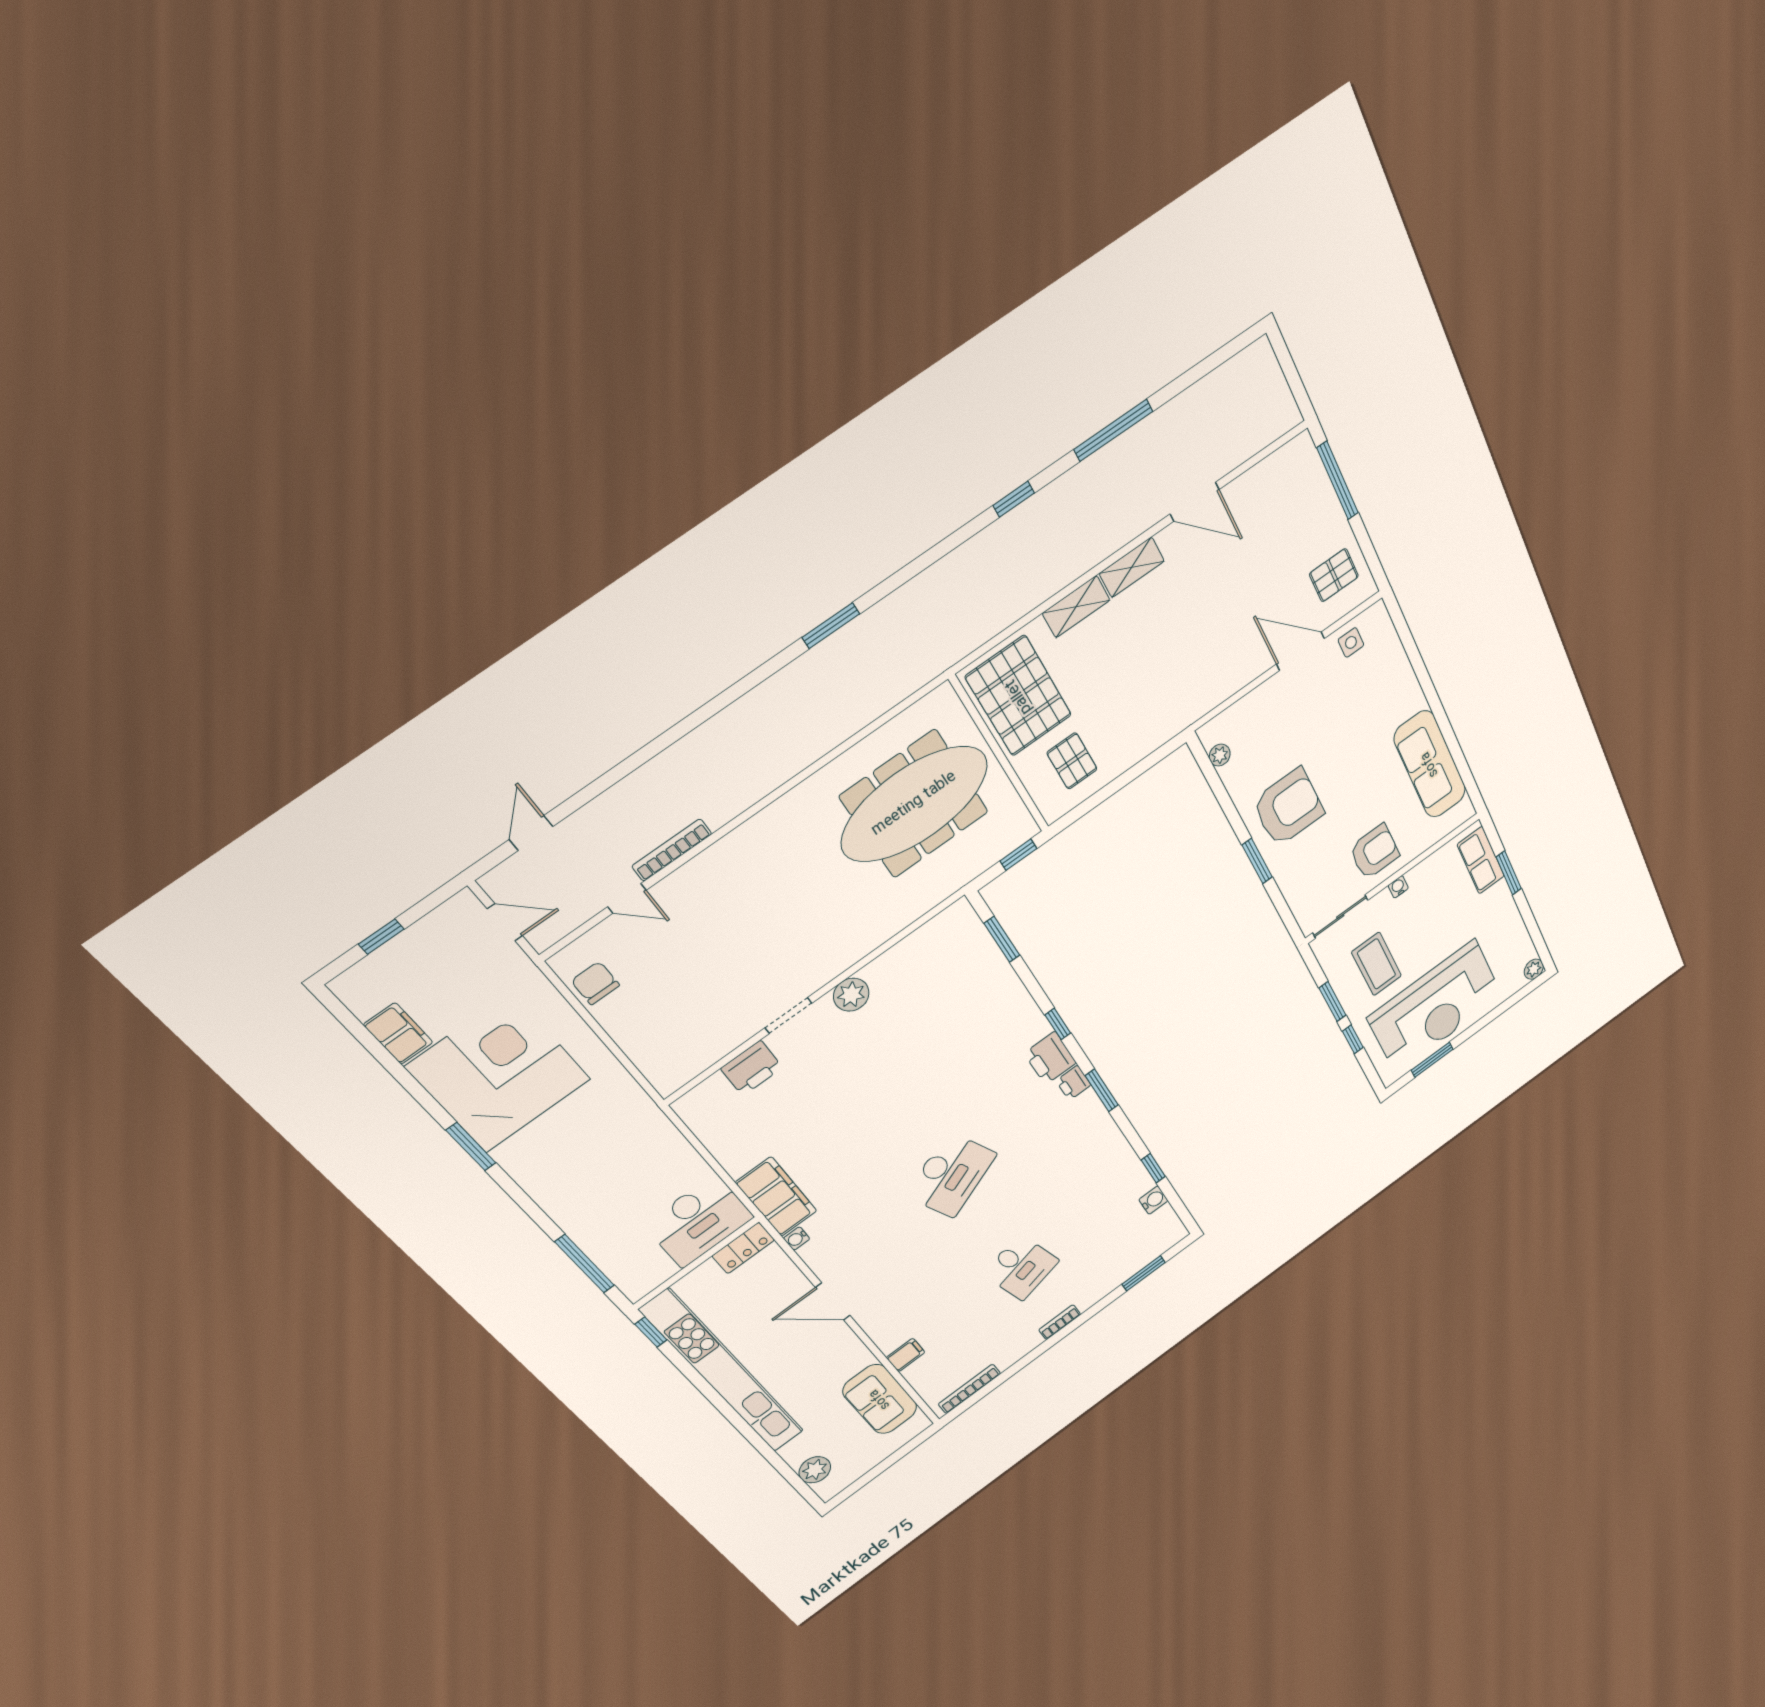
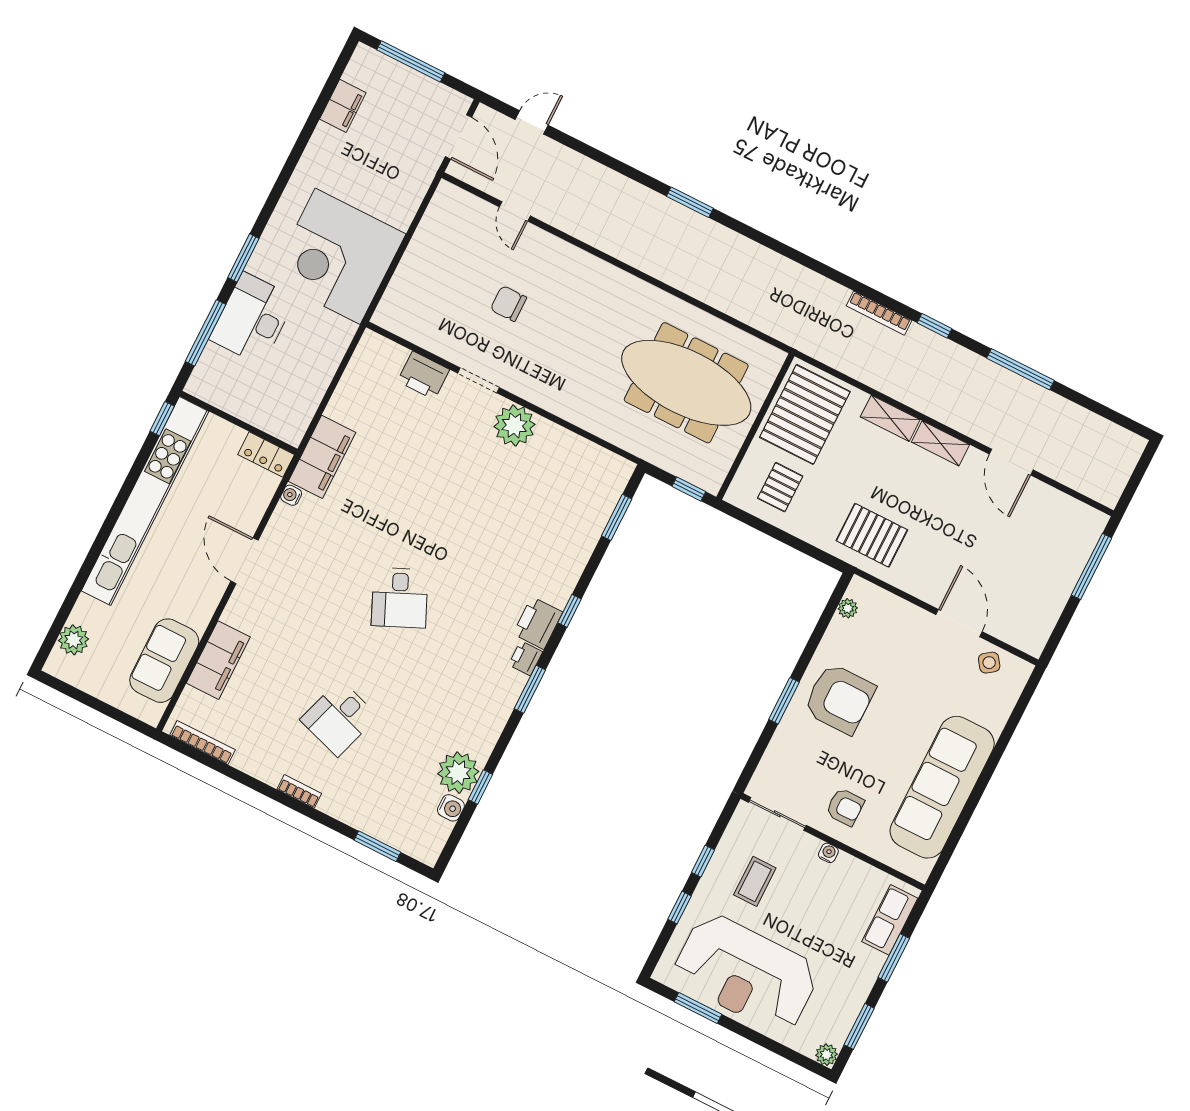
pallet: (1334, 575) -> (872, 535), moved, width x1.50, depth x1.42
window: (831, 626) -> (690, 202), moved
side table: (1351, 642) -> (989, 663), turned -36
sofa: (1430, 764) -> (942, 787), width x1.36, depth x1.27
bookcase: (672, 850) -> (879, 313), moved, turned 180
armchair: (1374, 852) -> (845, 807), width x0.72, depth x0.72
door: (505, 922) -> (458, 137), width x1.38
window: (1534, 931) -> (859, 1026), added
window: (381, 937) -> (411, 61), width x2.17
coffee table: (1376, 964) -> (755, 881), width x0.73, depth x0.77
chair: (595, 983) -> (508, 304), moved, turned -90
plant: (851, 995) -> (514, 425), width x1.36, depth x1.36
window: (1333, 1002) -> (703, 861), width x0.67
corner desk: (499, 1073) -> (338, 256), moved, turned 180
window: (471, 1147) -> (243, 258), moved
desk: (951, 1175) -> (400, 598), width x0.73
plant: (1130, 1182) -> (458, 773), added
desk: (699, 1221) -> (253, 319), moved, turned 90
desk: (1021, 1267) -> (339, 718), turned 33
filing cabinet: (906, 1355) -> (218, 660), width x3.00, depth x1.17

